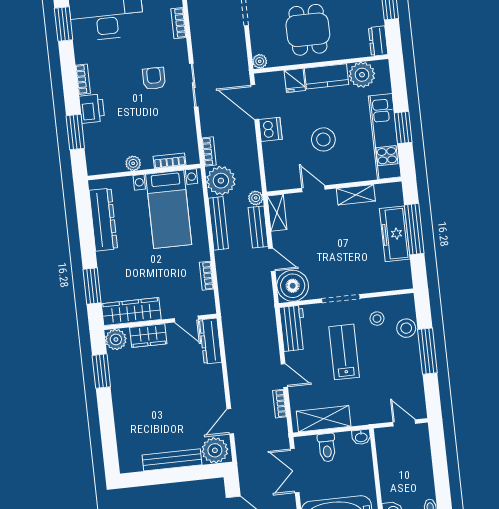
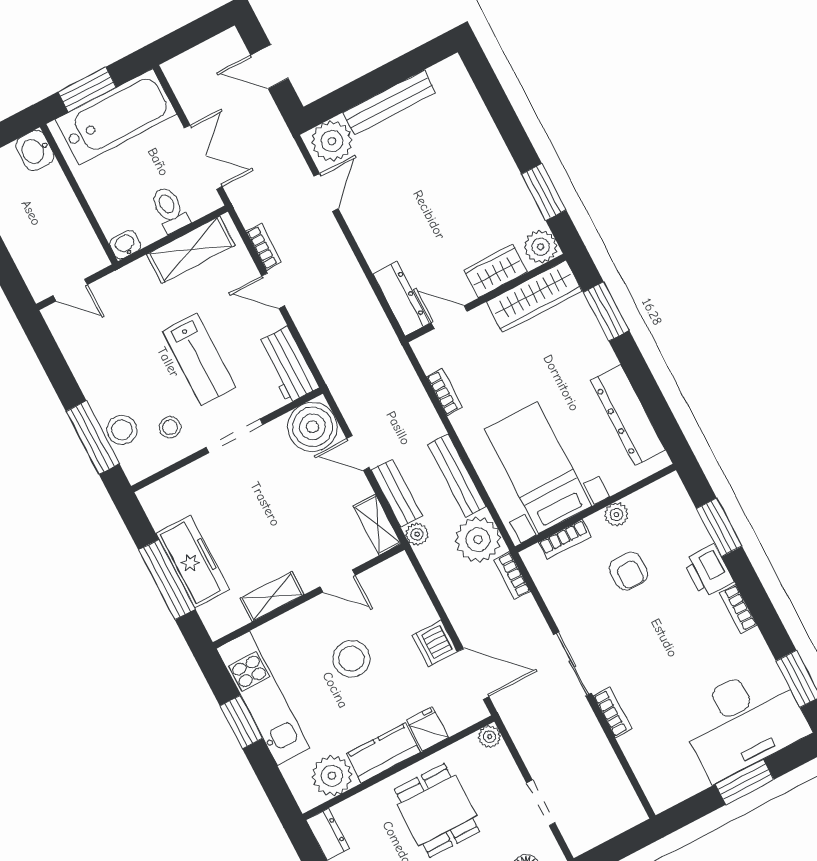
bookcase: (179, 23) -> (613, 712), moved
armchair: (154, 78) -> (629, 571), moved
window: (427, 351) -> (93, 437), moved

